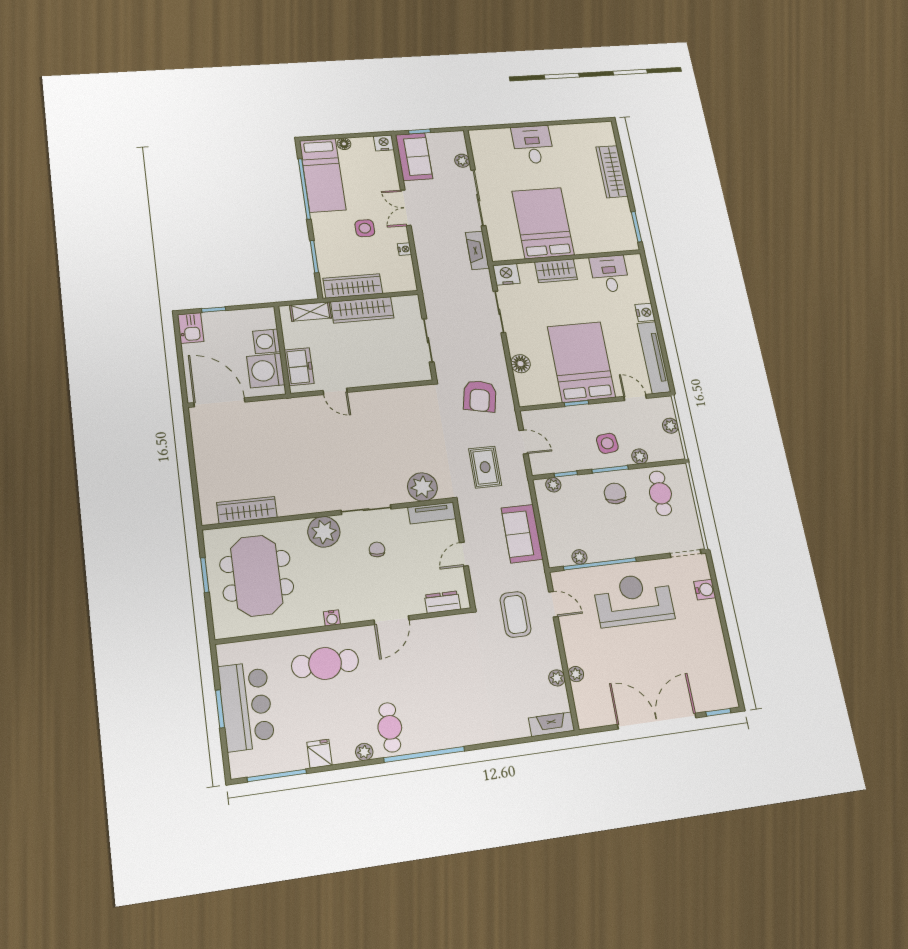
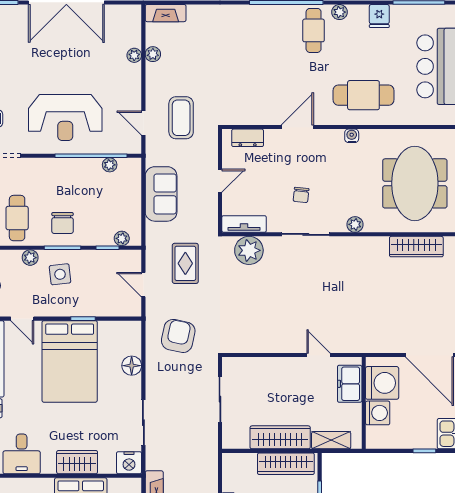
plant: (324, 532) -> (355, 224), width x0.53, depth x0.53

